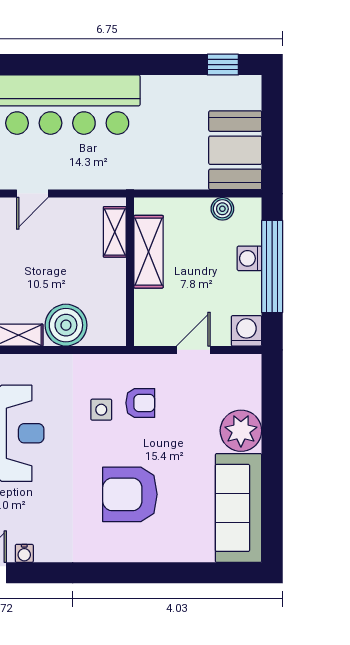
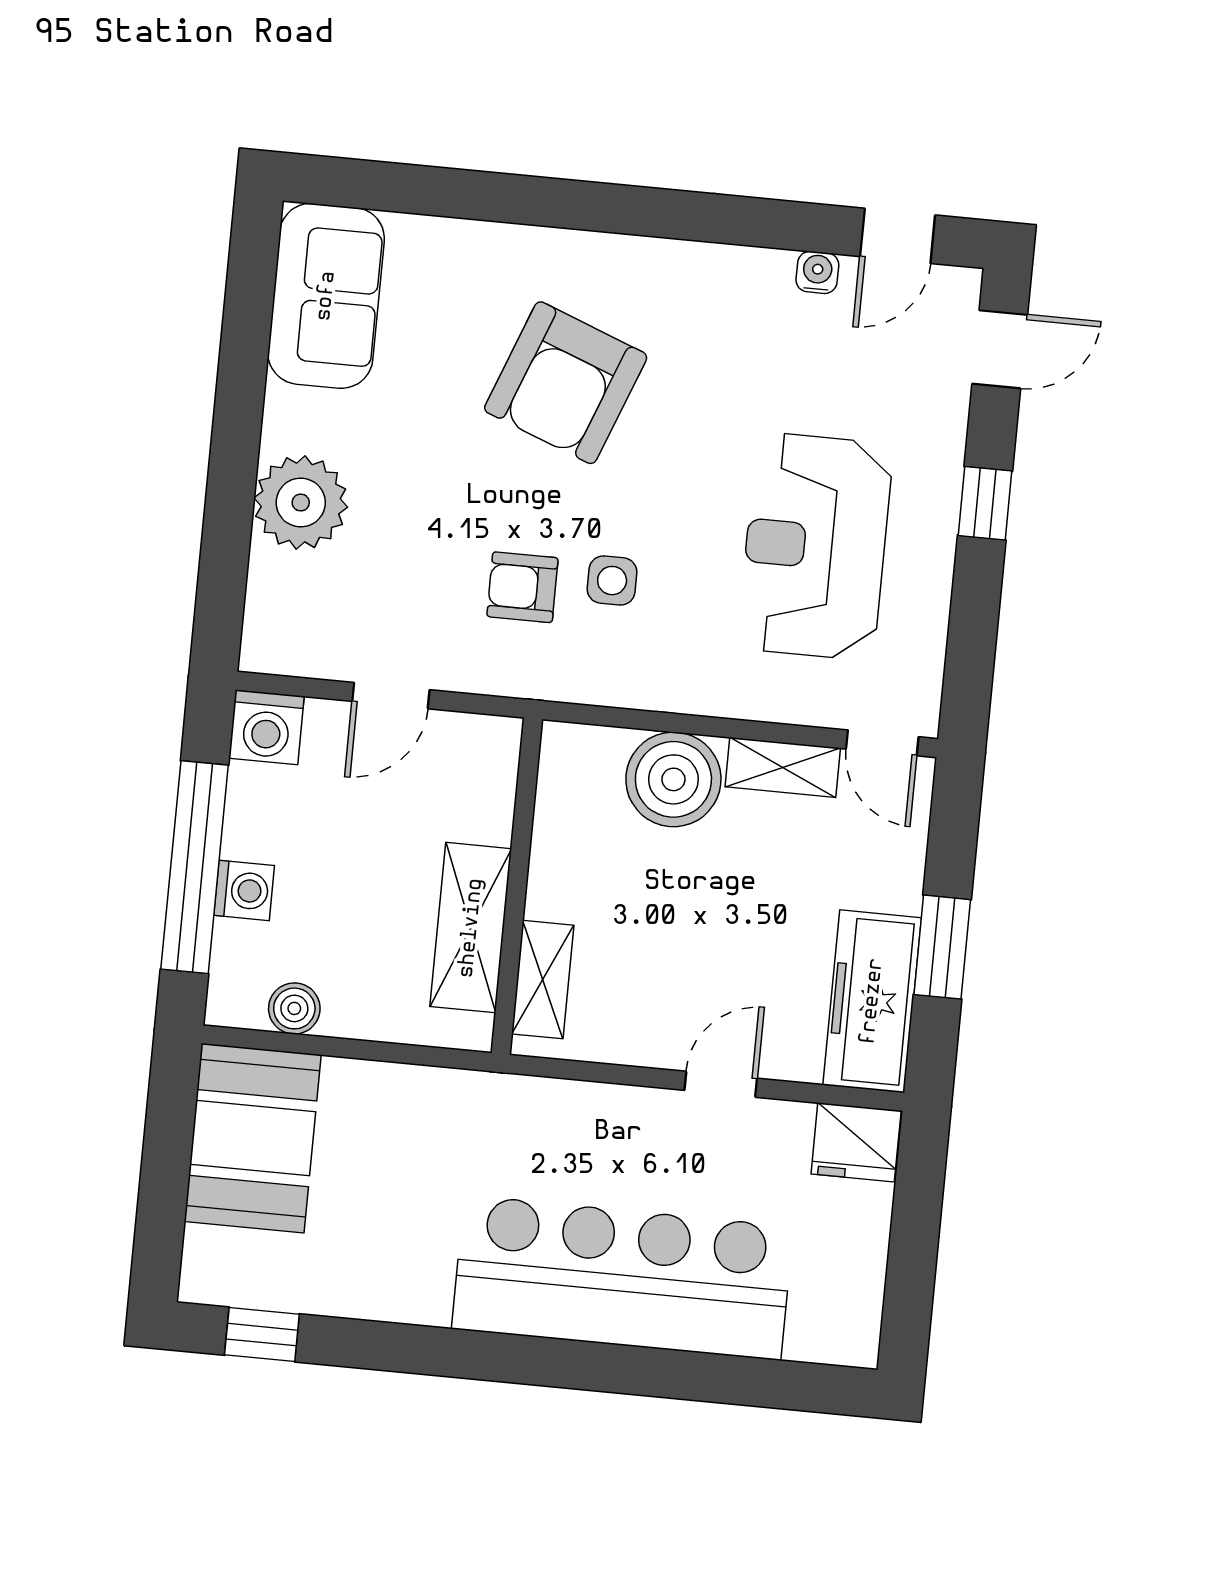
armchair: (130, 494) -> (566, 383), turned 111
sofa: (239, 508) -> (326, 296), width x0.73

